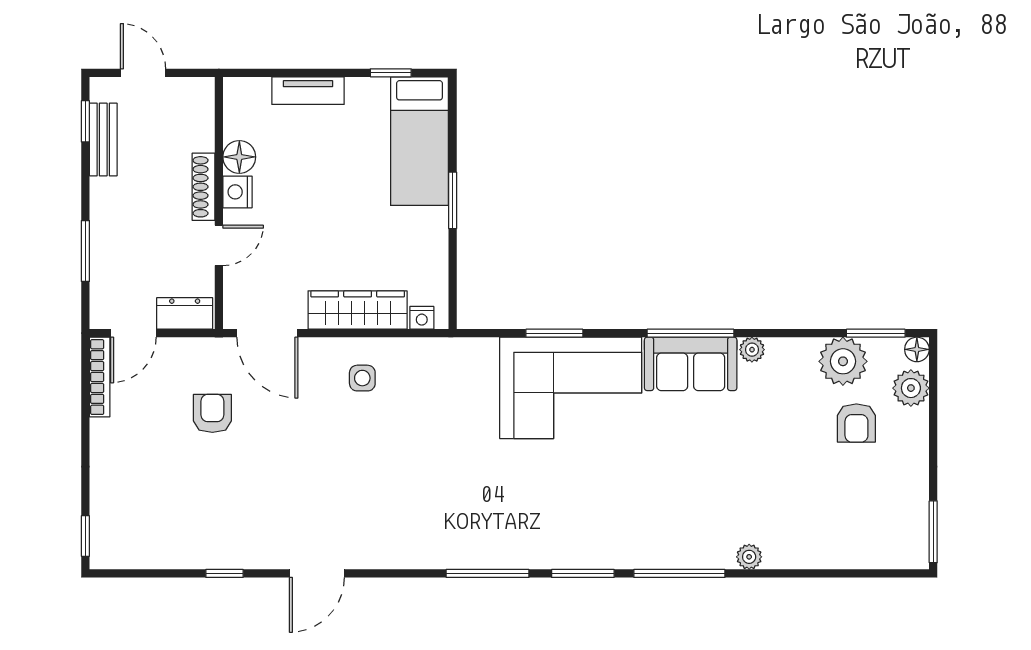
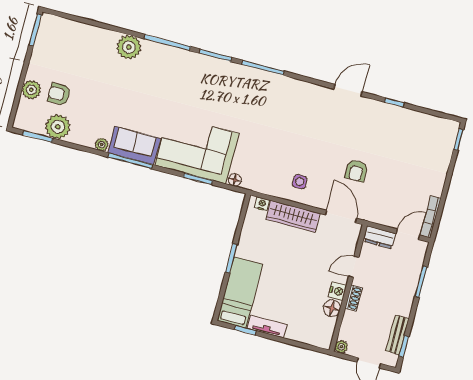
plant: (202, 89) -> (341, 347), added
tv unit: (308, 91) -> (267, 326), moved
shoe rack: (203, 187) -> (354, 298), width x0.70
floor lamp: (917, 349) -> (235, 180), moved
plant: (911, 388) -> (31, 90), moved
armchair: (212, 413) -> (356, 171), moved
armchair: (856, 423) -> (59, 94), turned -90
plant: (749, 557) -> (129, 47), width x1.87, depth x1.87

